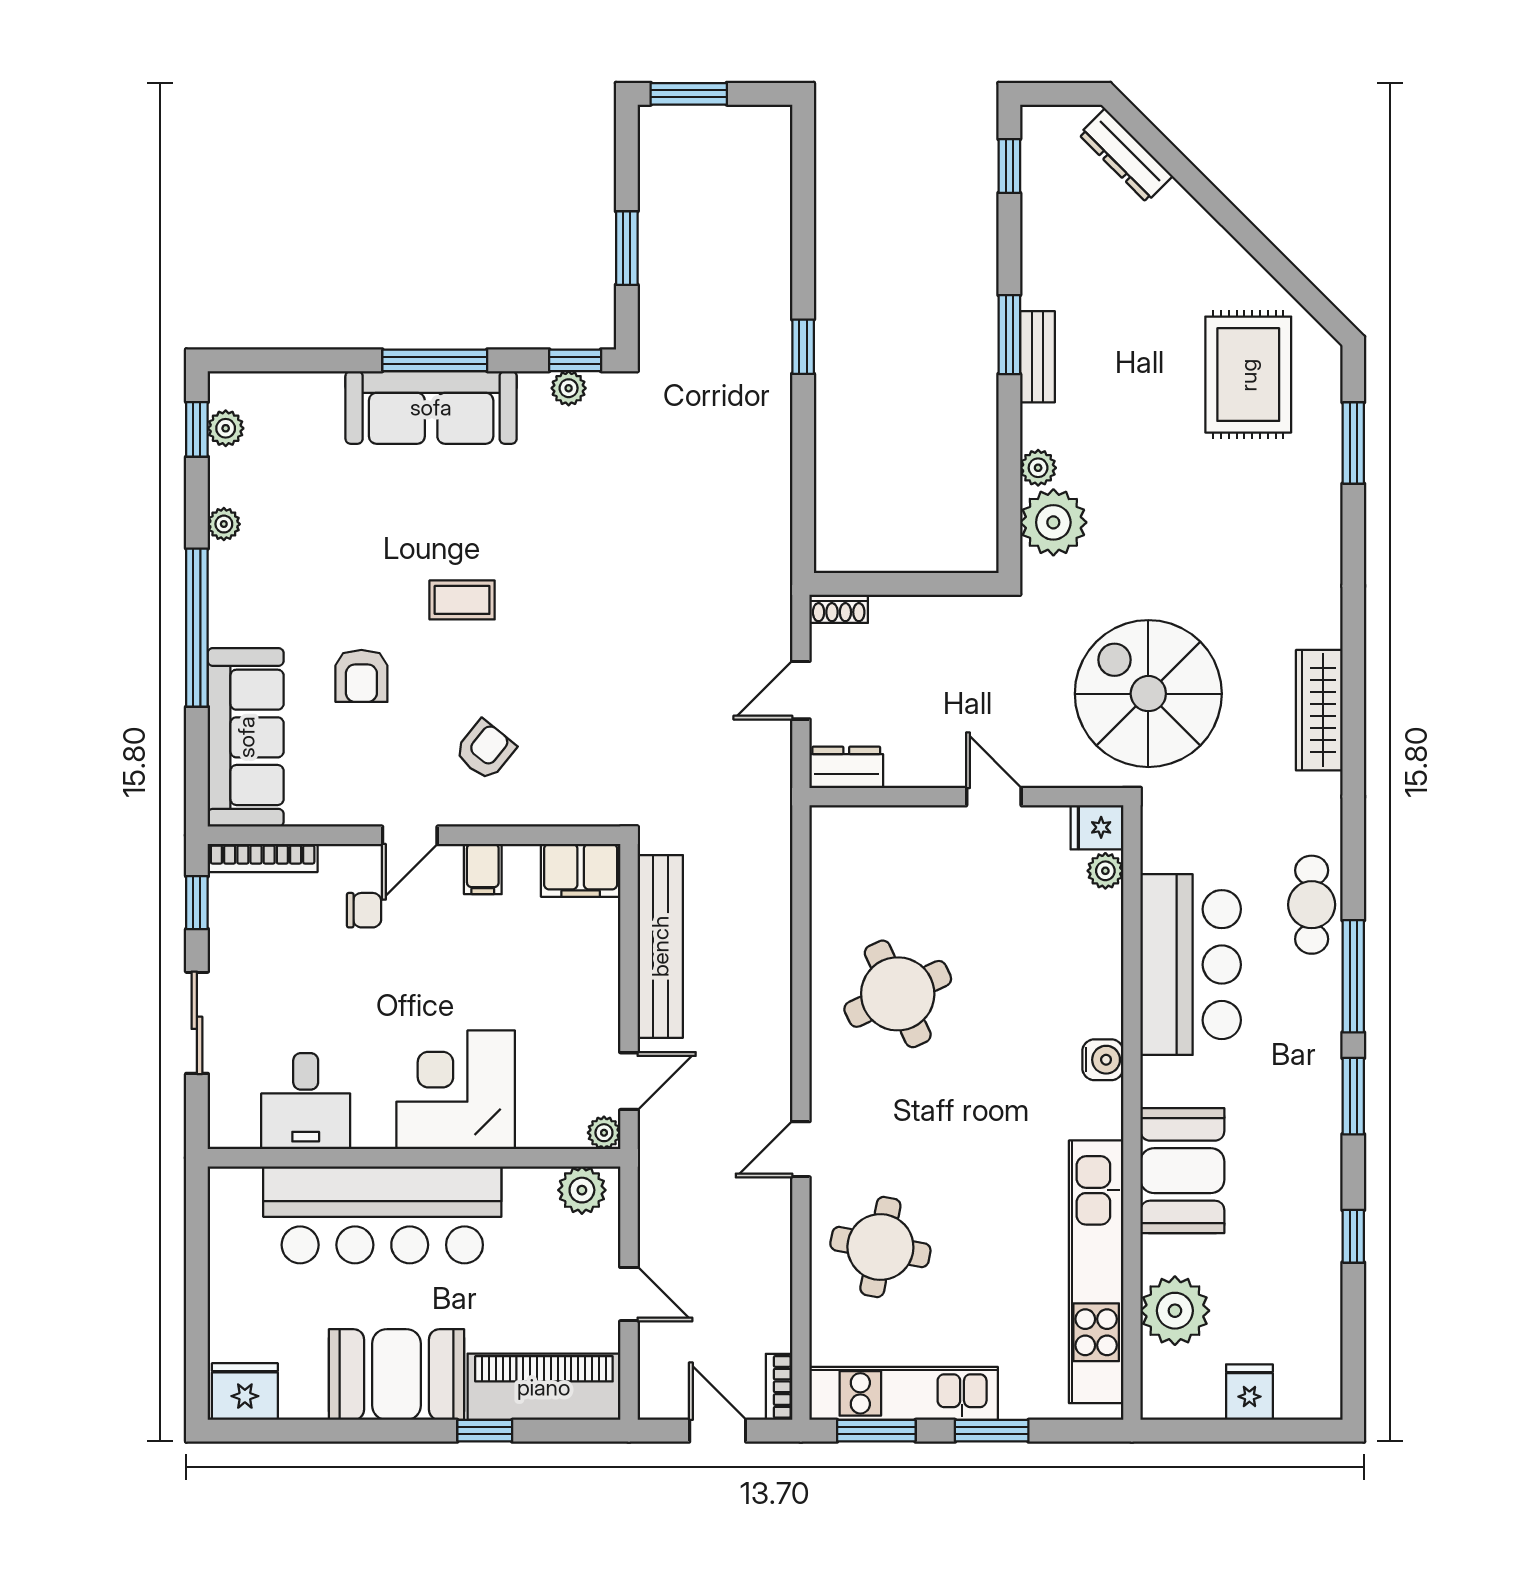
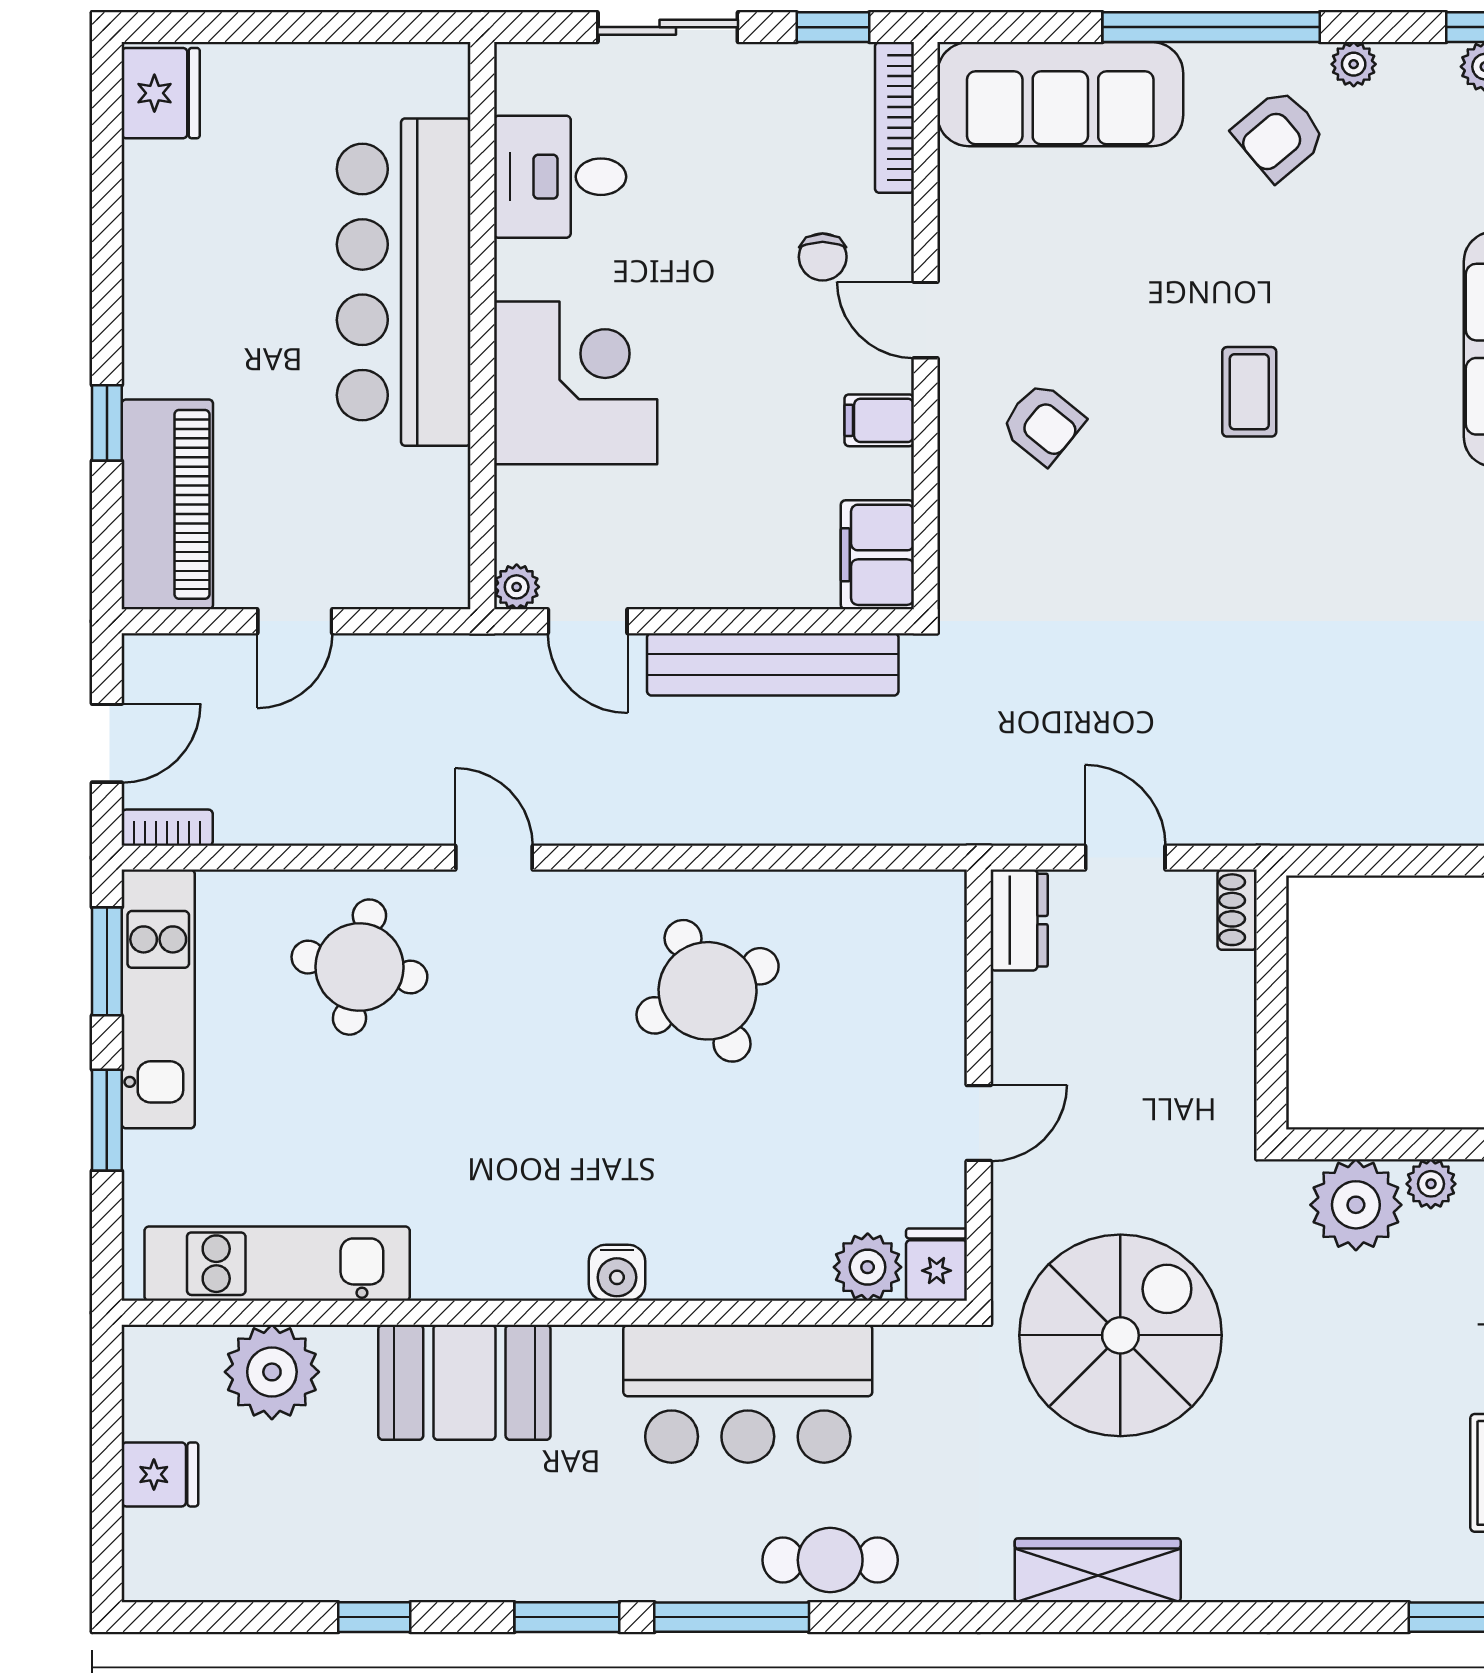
armchair: (361, 676) -> (1279, 135), moved, turned -40
plant: (1105, 871) -> (868, 1267), width x1.38, depth x1.38
plant: (582, 1190) -> (438, 557), removed
kitchen unit: (1096, 1272) -> (277, 1264), width x0.73
booth: (397, 1375) -> (184, 302), removed

